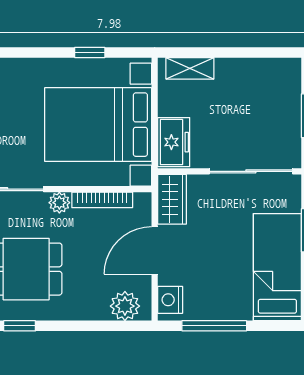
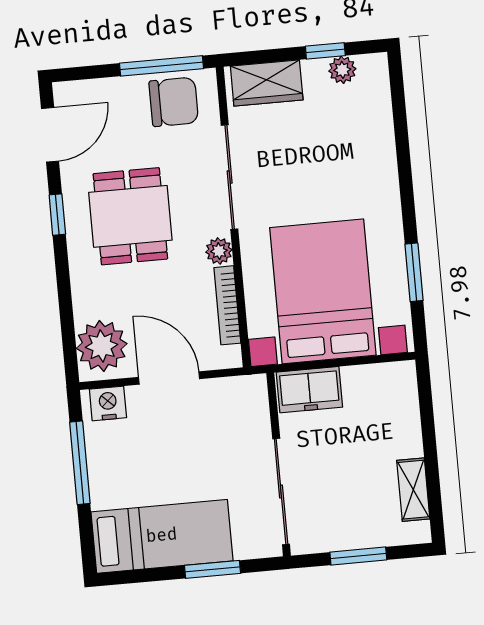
window: (90, 52) -> (414, 272), width x1.50
shelving: (190, 68) -> (413, 490), moved
wardrobe: (172, 199) -> (236, 394), removed
plant: (125, 306) -> (102, 346), width x1.36, depth x1.36

